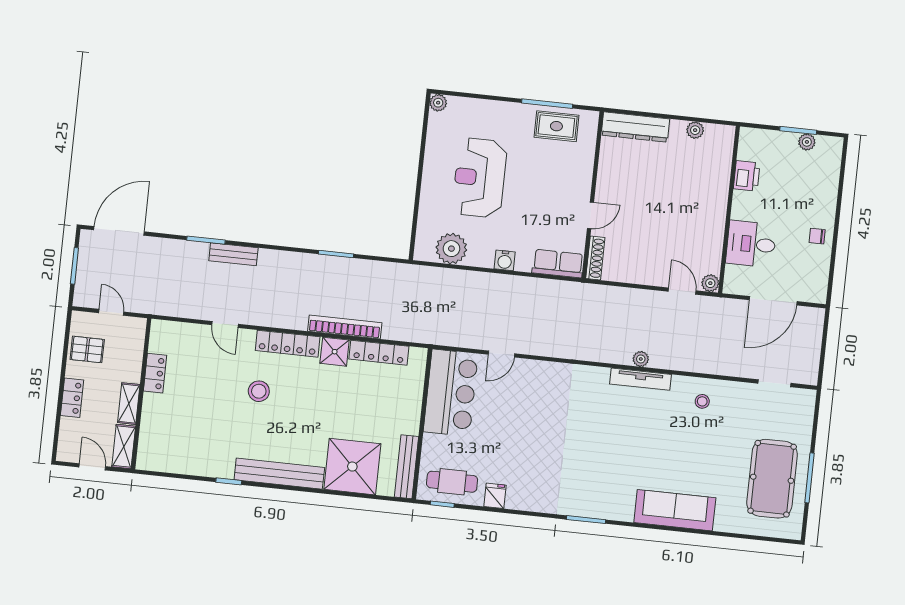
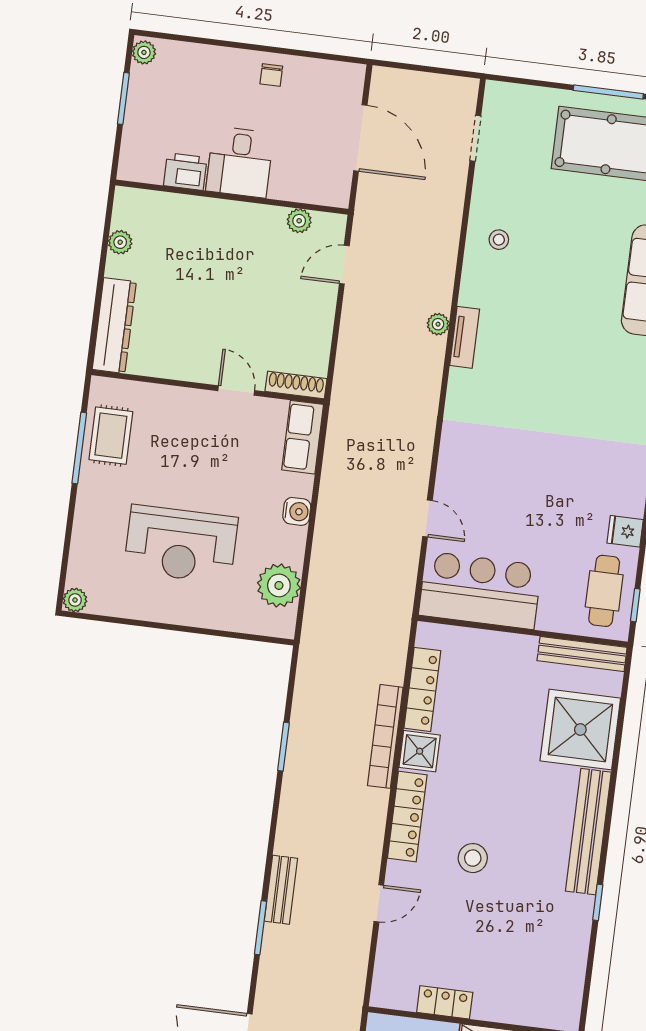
plant: (807, 142) -> (144, 52), moved
desk: (751, 244) -> (240, 162), moved
plant: (710, 283) -> (299, 221), moved
tv unit: (640, 379) -> (465, 337), width x0.71

